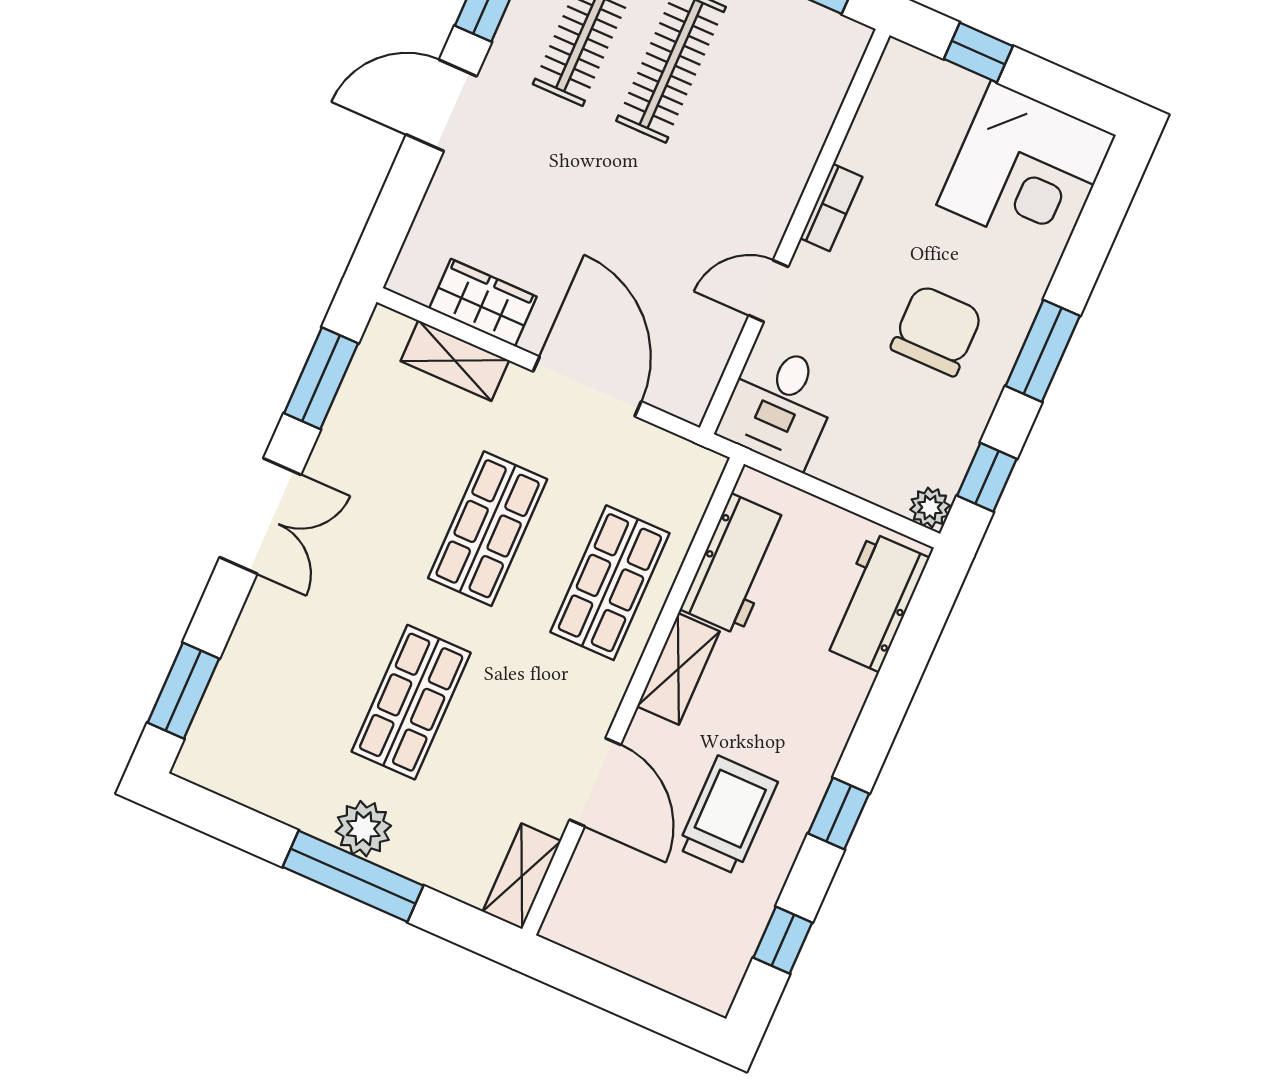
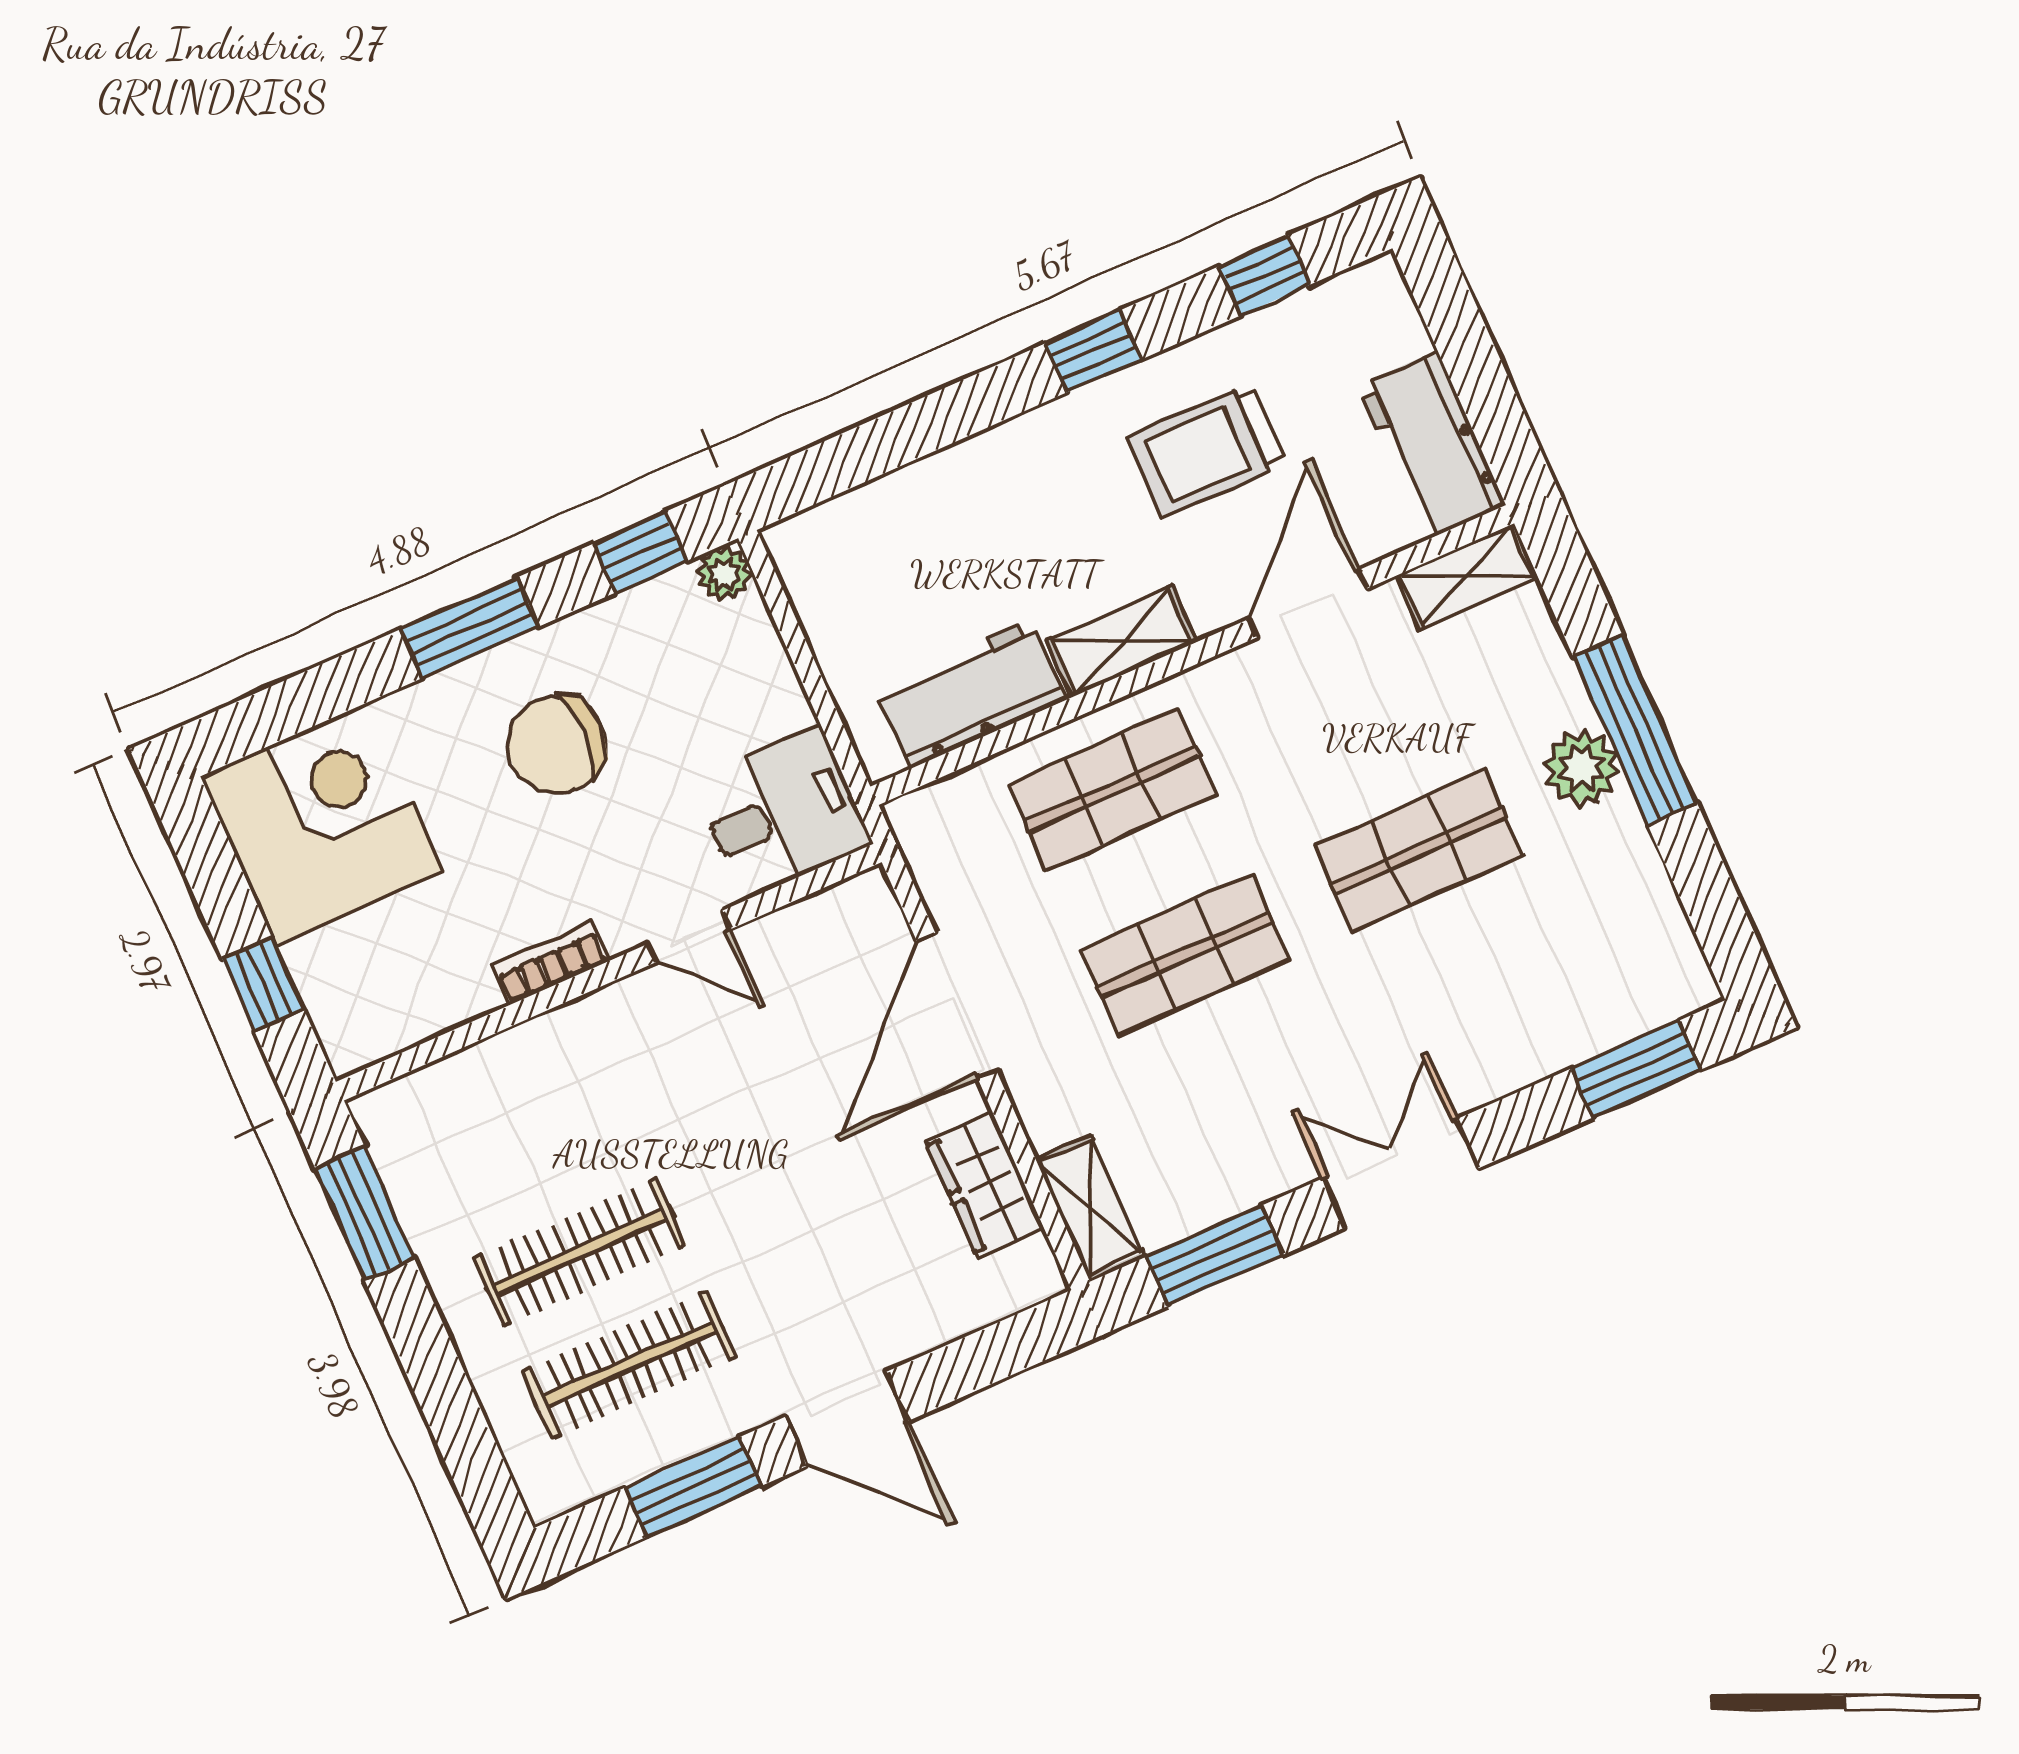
shelving: (455, 361) -> (1090, 1208), moved
workbench: (875, 602) -> (1432, 445), moved, turned 90

